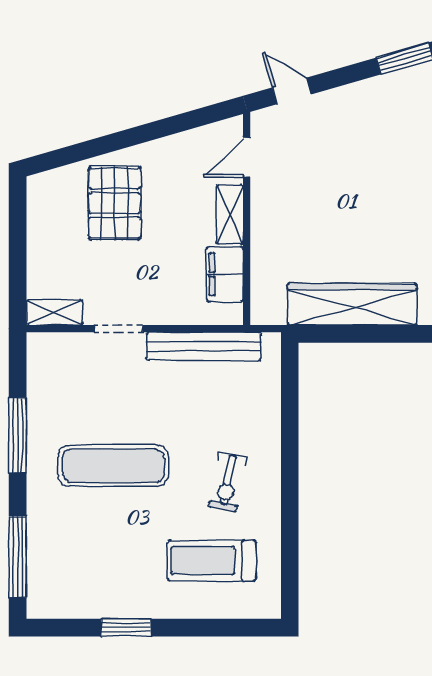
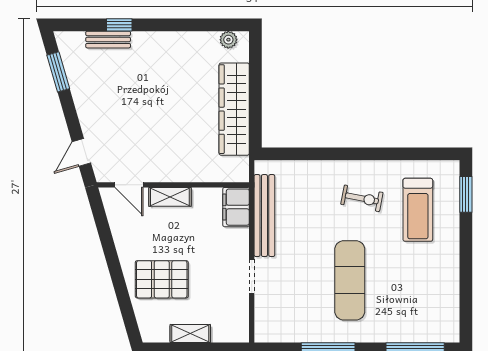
filing cabinet: (225, 274) -> (236, 207), moved, turned 90
shelving: (54, 312) -> (190, 334), moved, turned 90
window: (126, 628) -> (466, 194), moved

